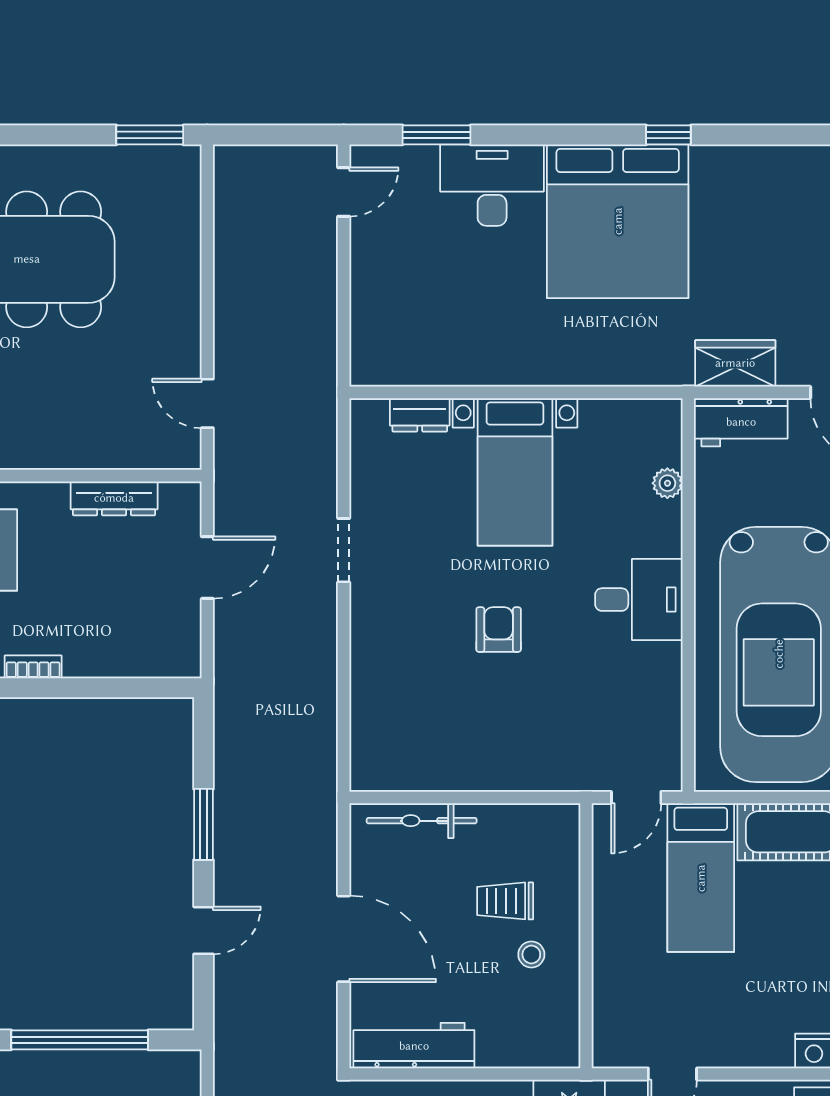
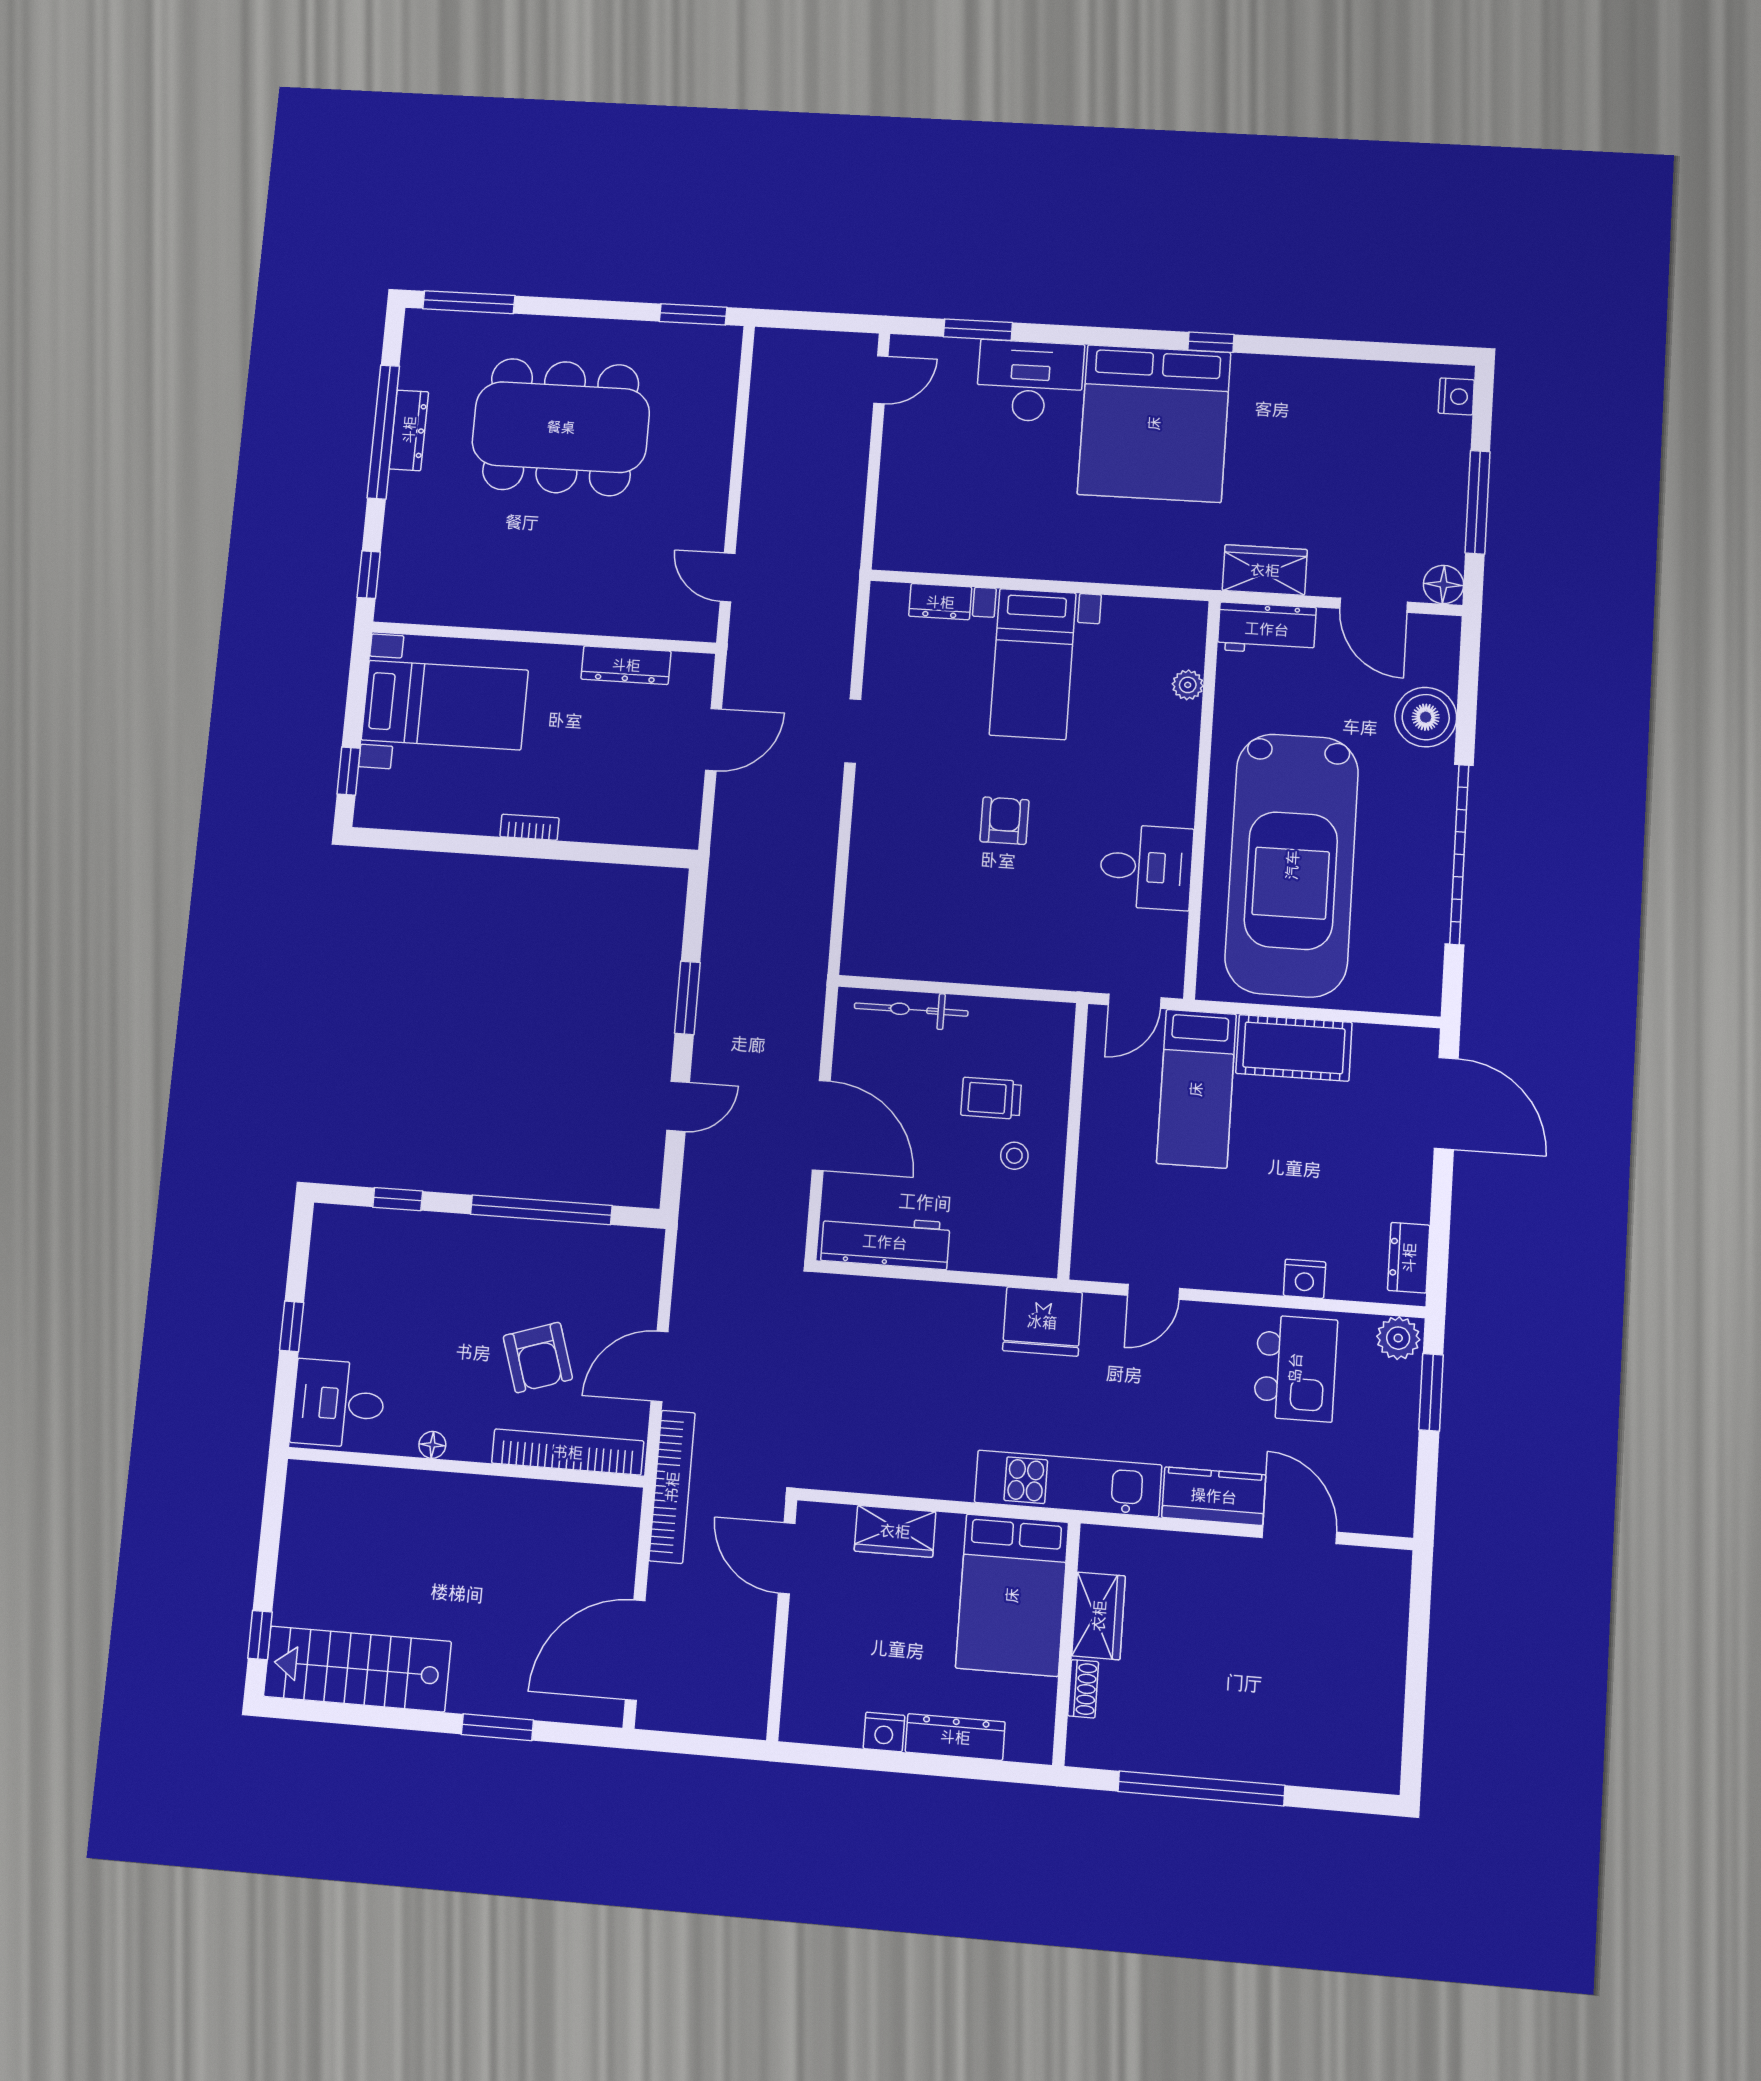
desk: (639, 600) -> (1146, 867), moved

